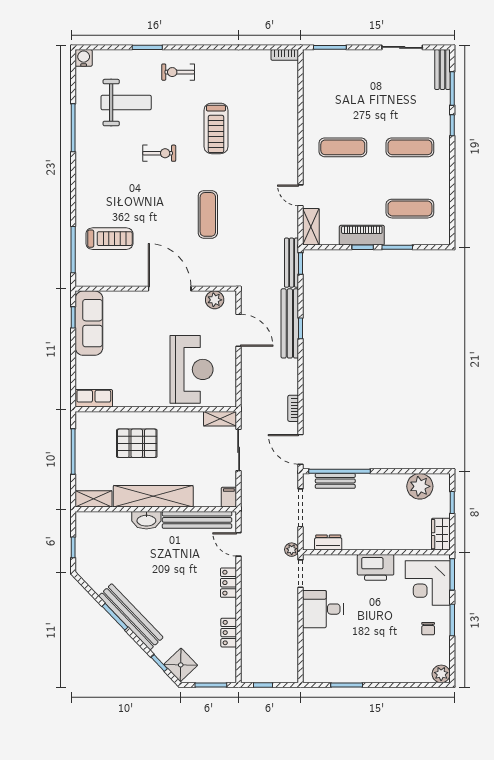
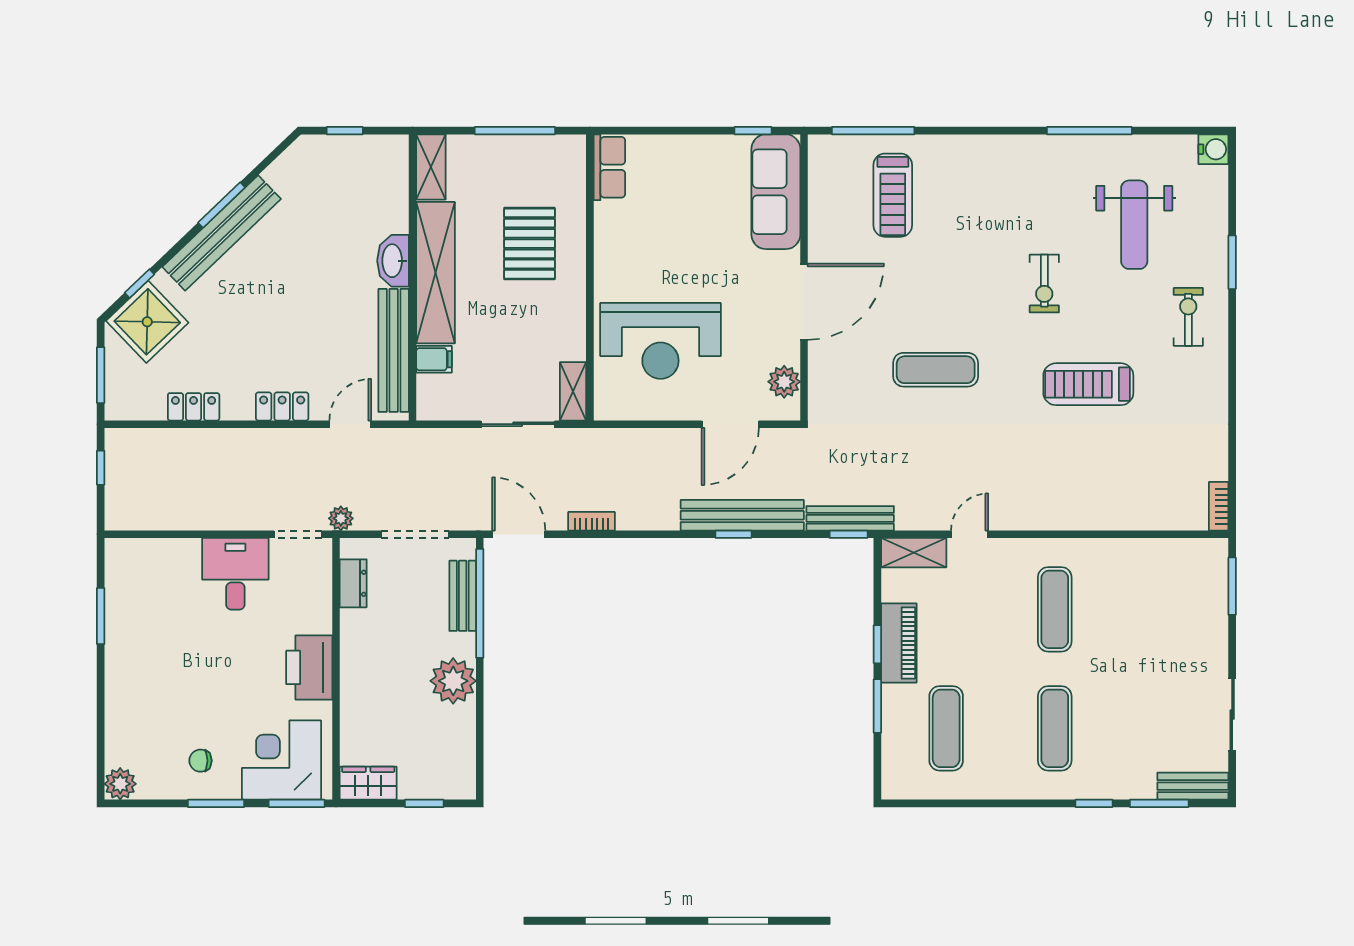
sofa: (89, 323) -> (776, 192), moved, turned 90
door: (301, 449) -> (519, 534), hinge flipped
plant: (420, 486) -> (453, 681), moved
filing cabinet: (229, 497) -> (434, 359), moved
shower: (181, 665) -> (147, 322), width x1.36, depth x1.36

